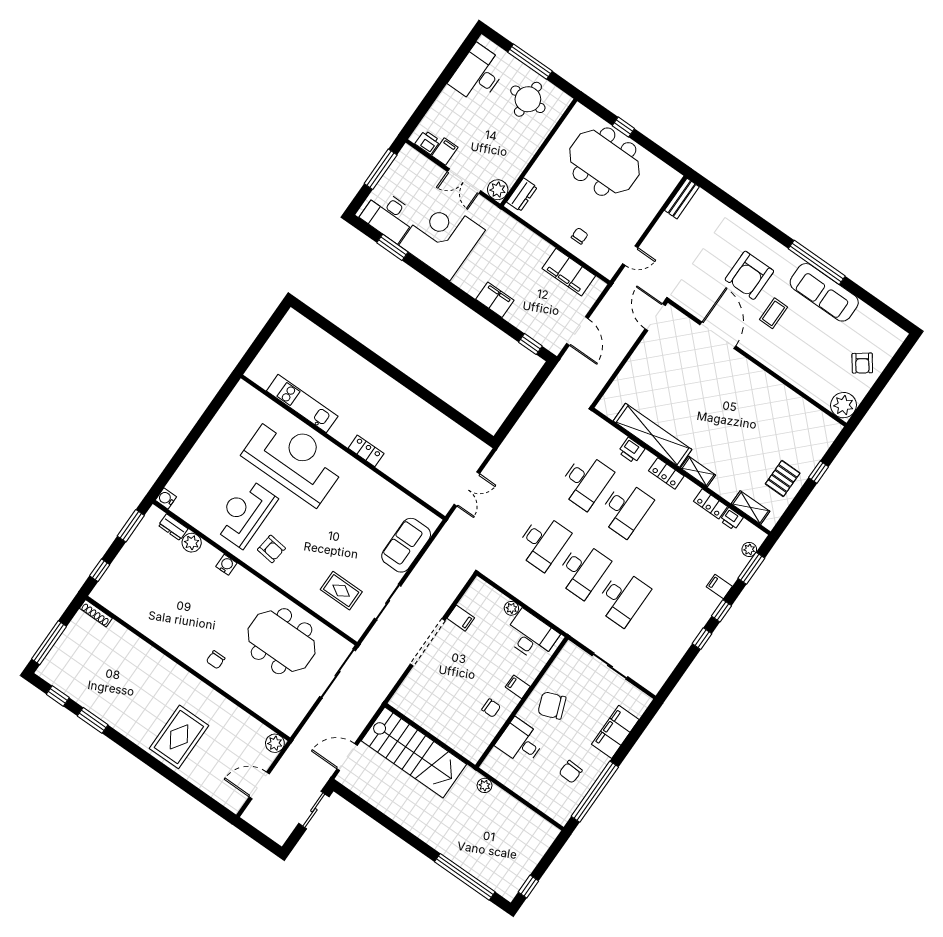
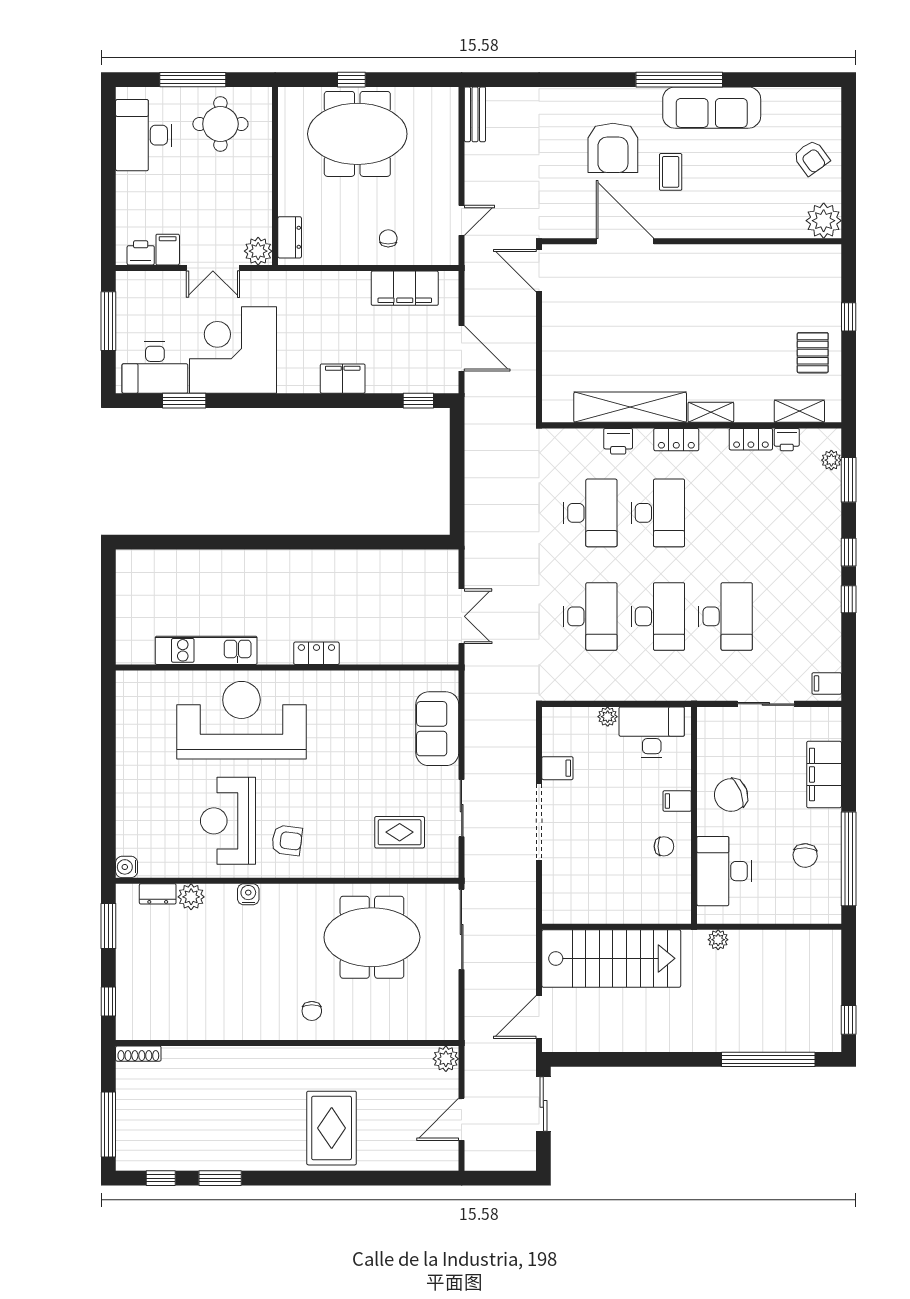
filing cabinet: (719, 587) -> (827, 683), moved
desk: (520, 742) -> (724, 871), width x1.37

